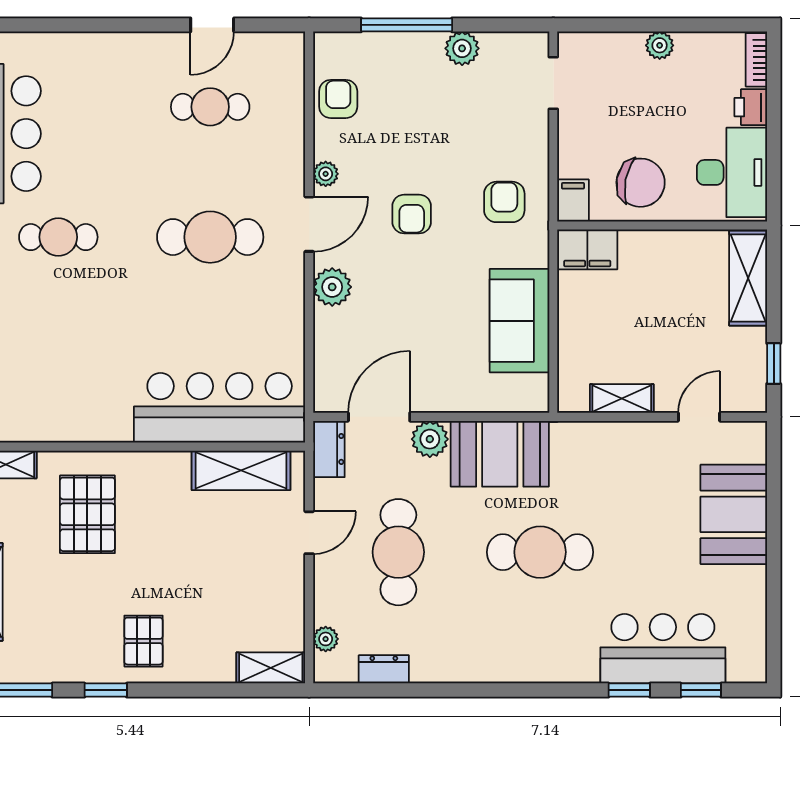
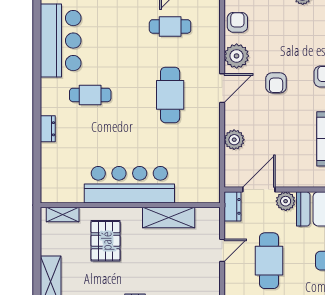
plant: (326, 174) -> (237, 56), width x1.87, depth x1.87
cafe table: (210, 237) -> (170, 95), turned 90
plant: (332, 287) -> (234, 140), moved
bar counter: (220, 408) -> (129, 185), moved
shelving: (241, 470) -> (169, 218), moved

